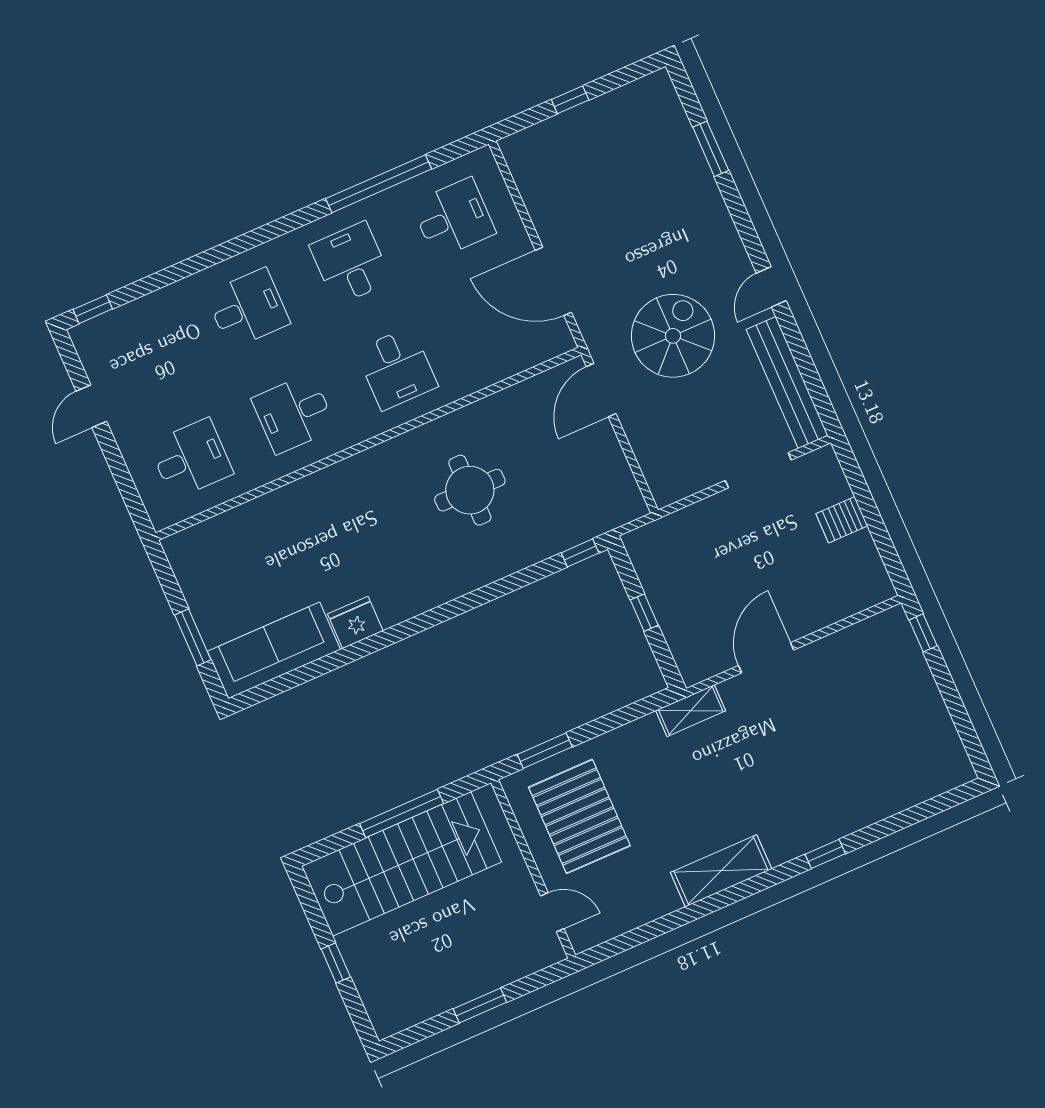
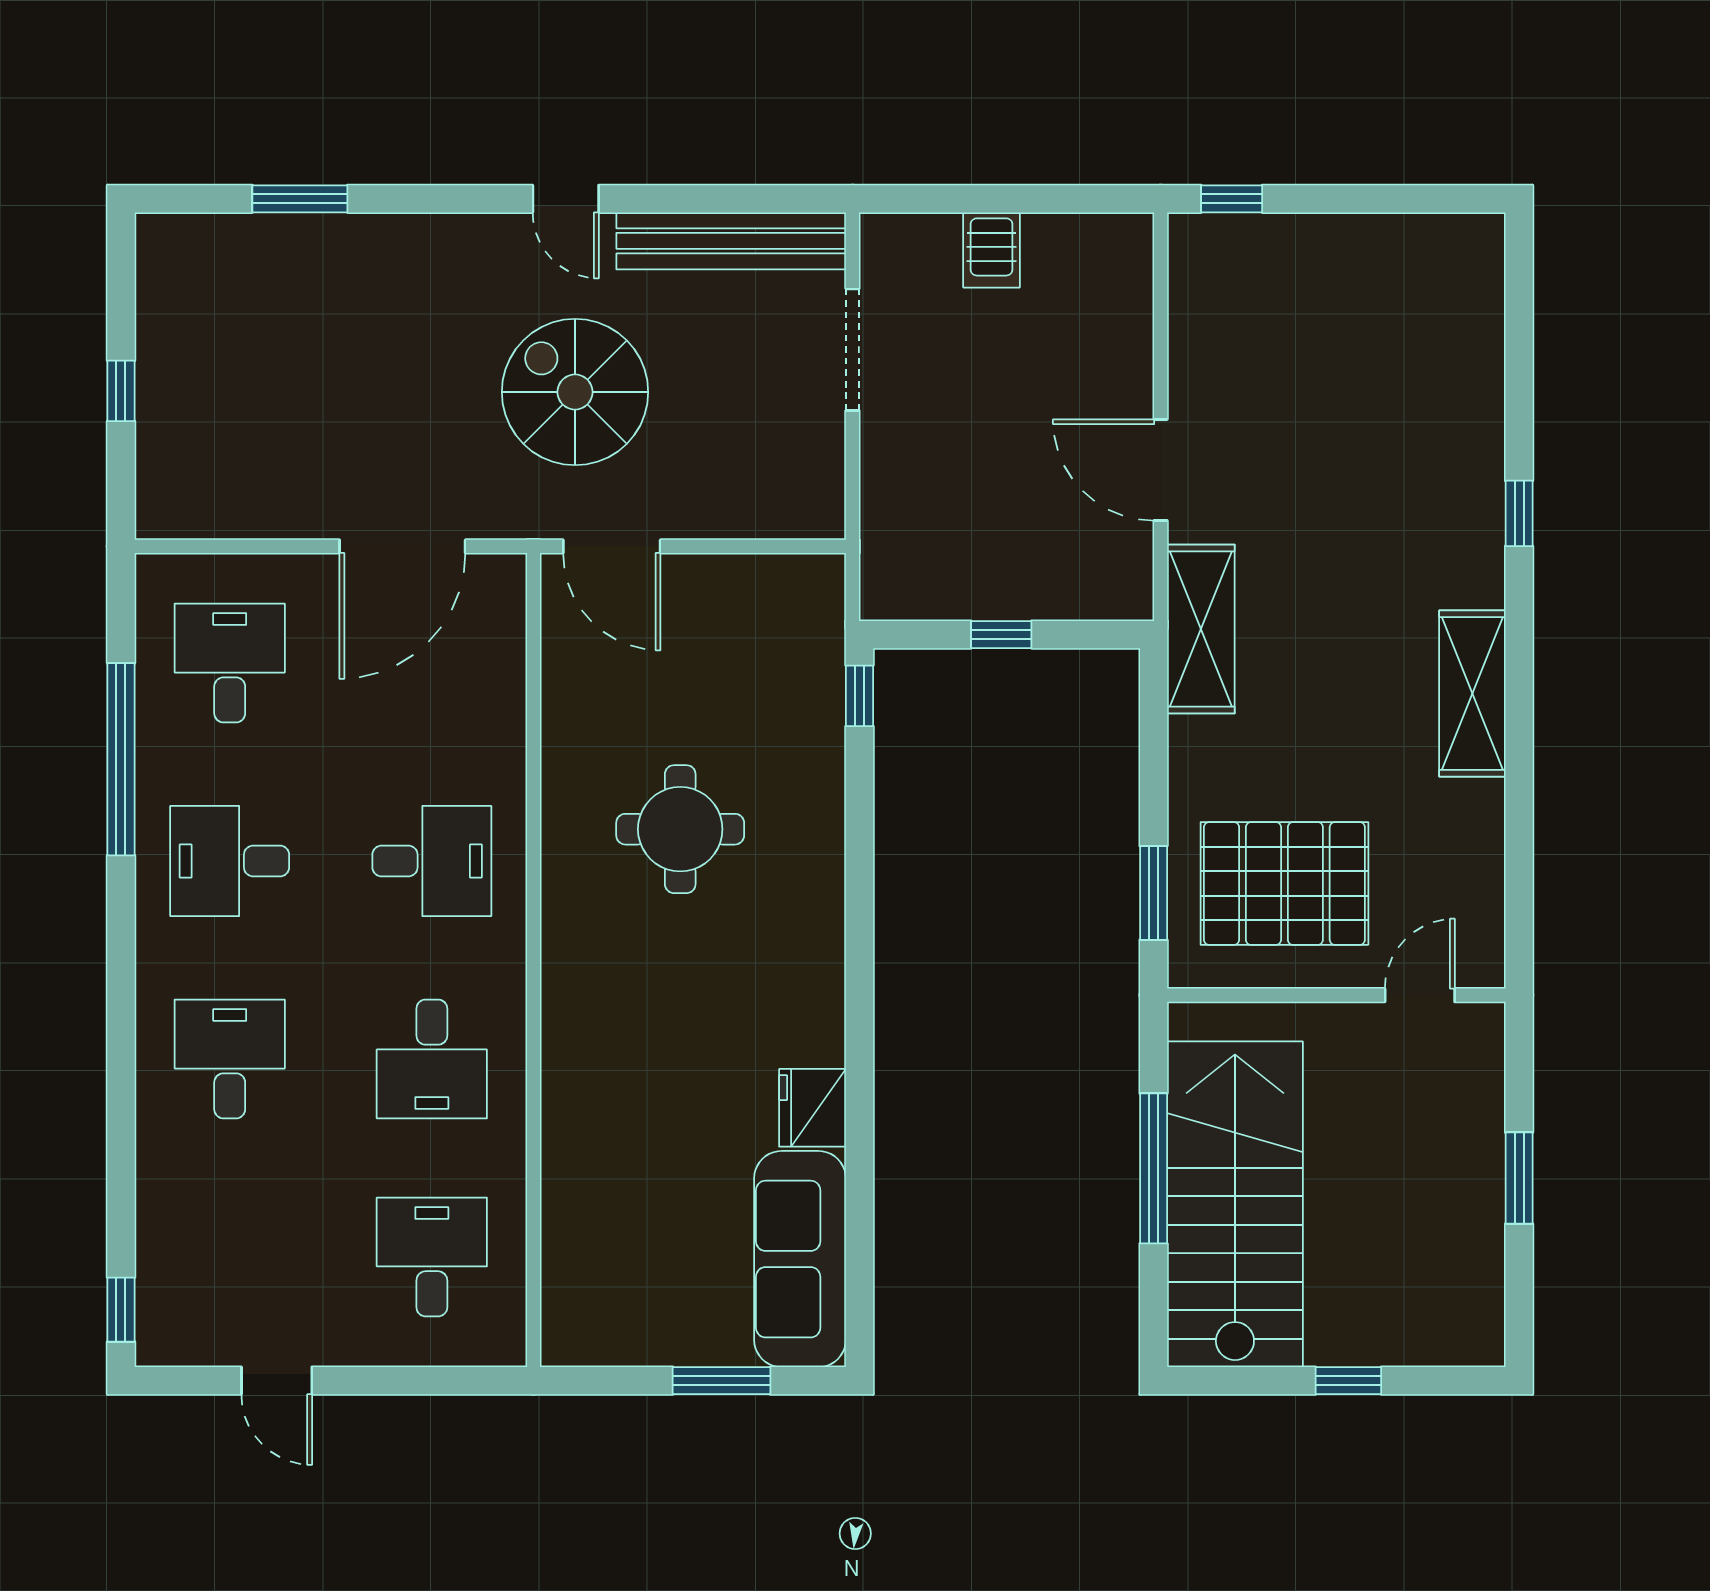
shelving: (691, 711) -> (1201, 629), width x1.50, depth x1.33

